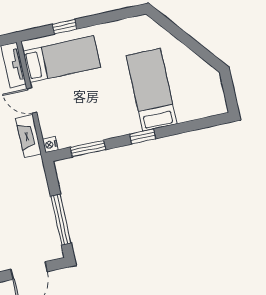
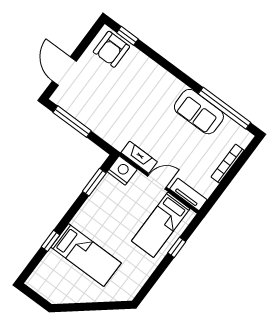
window: (143, 136) -> (51, 241), moved
nightstand: (50, 145) -> (122, 171), width x1.89, depth x1.79

